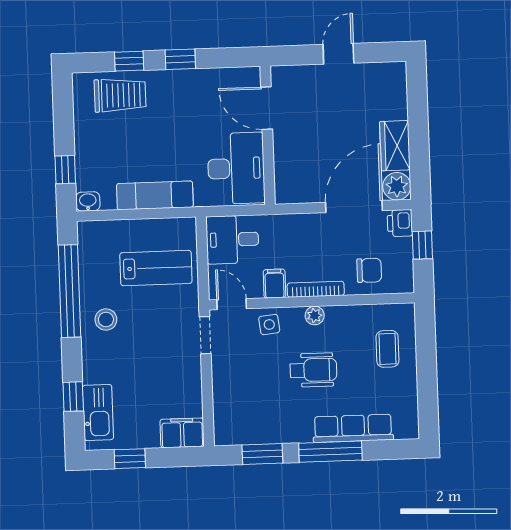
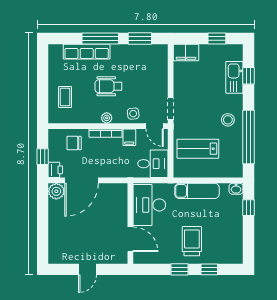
trolley: (120, 95) -> (192, 241), moved, turned 90
wardrobe: (395, 146) -> (57, 215), removed
kitchen sink: (98, 412) -> (234, 77), moved

